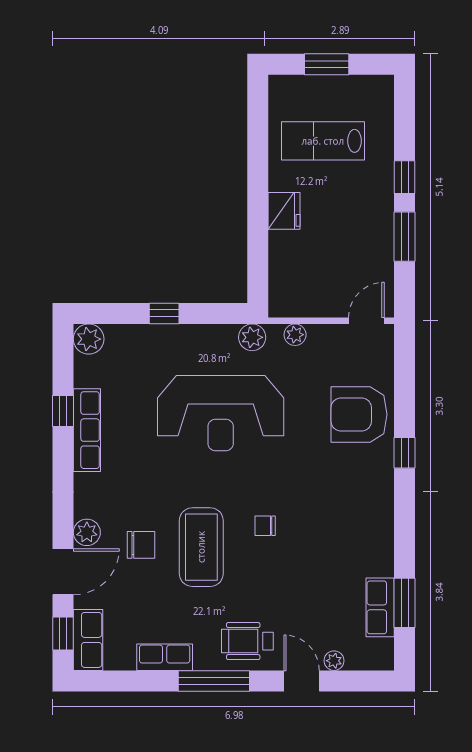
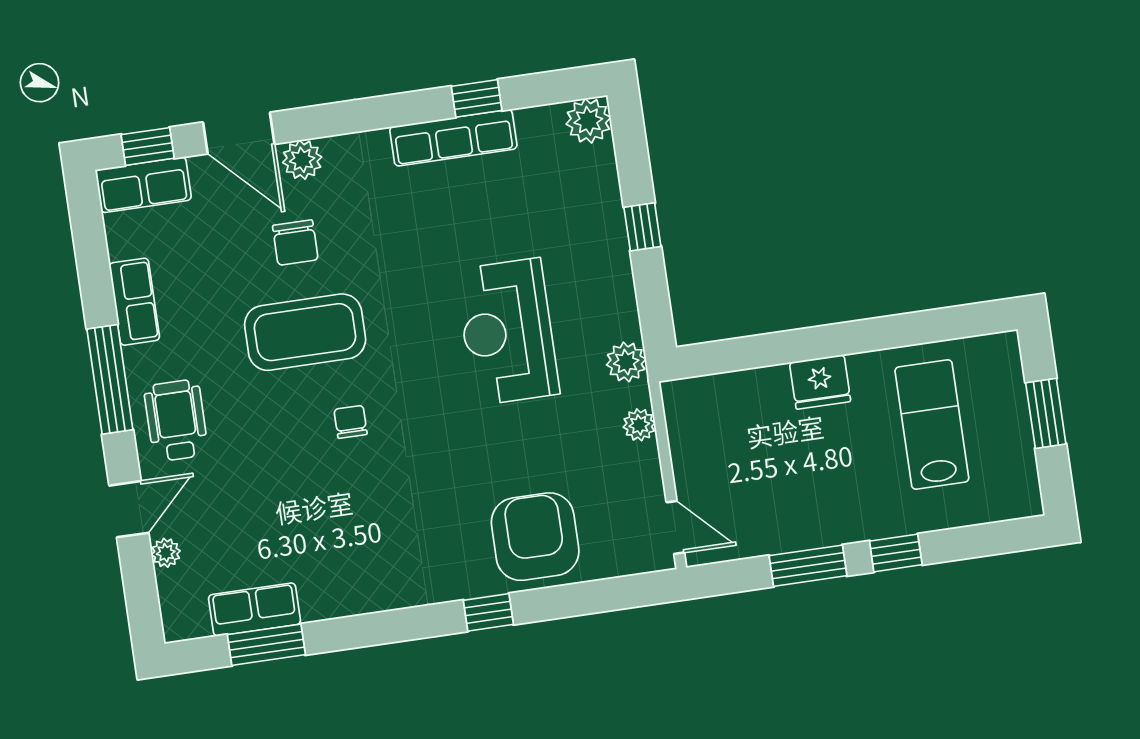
reception desk: (221, 413) -> (507, 332), width x0.74, depth x0.77

